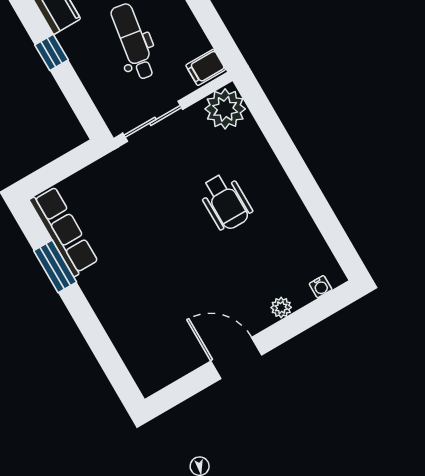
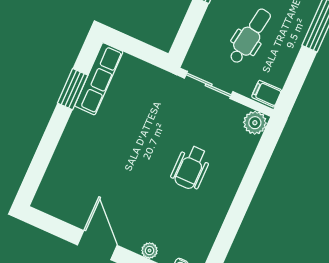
plant: (225, 109) -> (255, 123), width x0.73, depth x0.73

